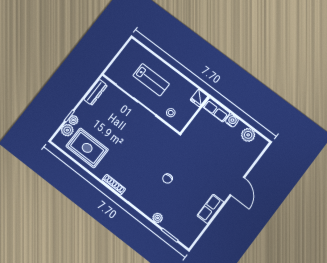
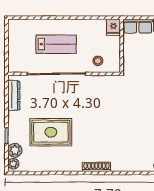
plant: (73, 120) -> (13, 164), moved
rug: (87, 148) -> (51, 132), moved
chair: (167, 179) -> (141, 124), removed

